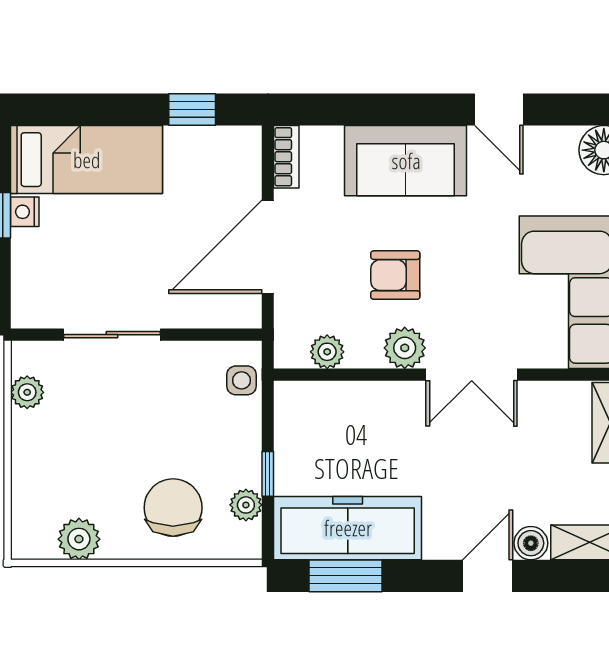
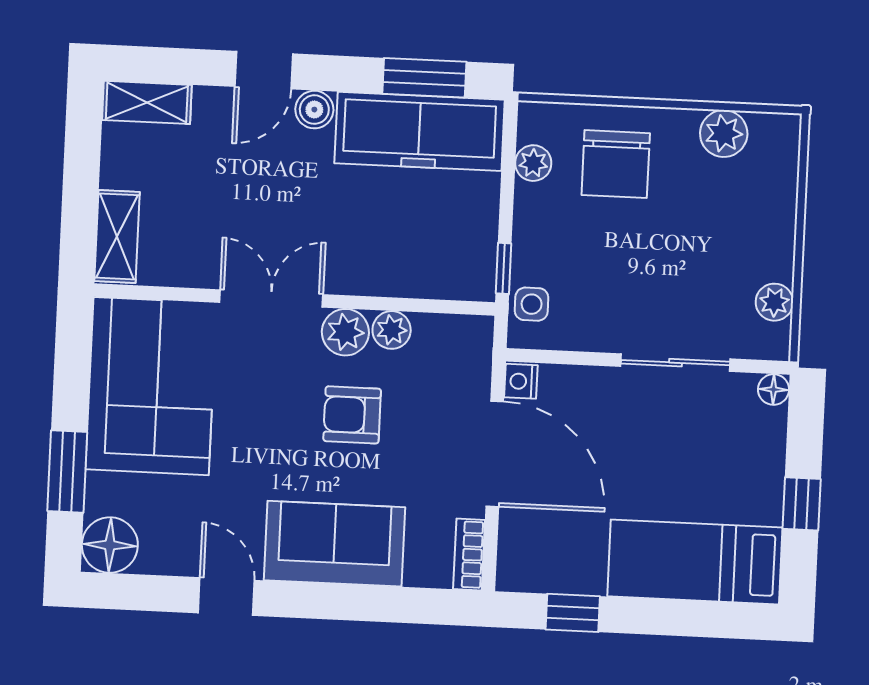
nightstand: (25, 212) -> (521, 381), moved, turned 180
door: (268, 247) -> (495, 454), hinge flipped
armchair: (395, 275) -> (352, 415), turned 180
floor lamp: (24, 315) -> (774, 389), added
plant: (327, 352) -> (392, 330), moved
window: (268, 474) -> (503, 268), moved
boiler: (531, 543) -> (314, 110), moved

